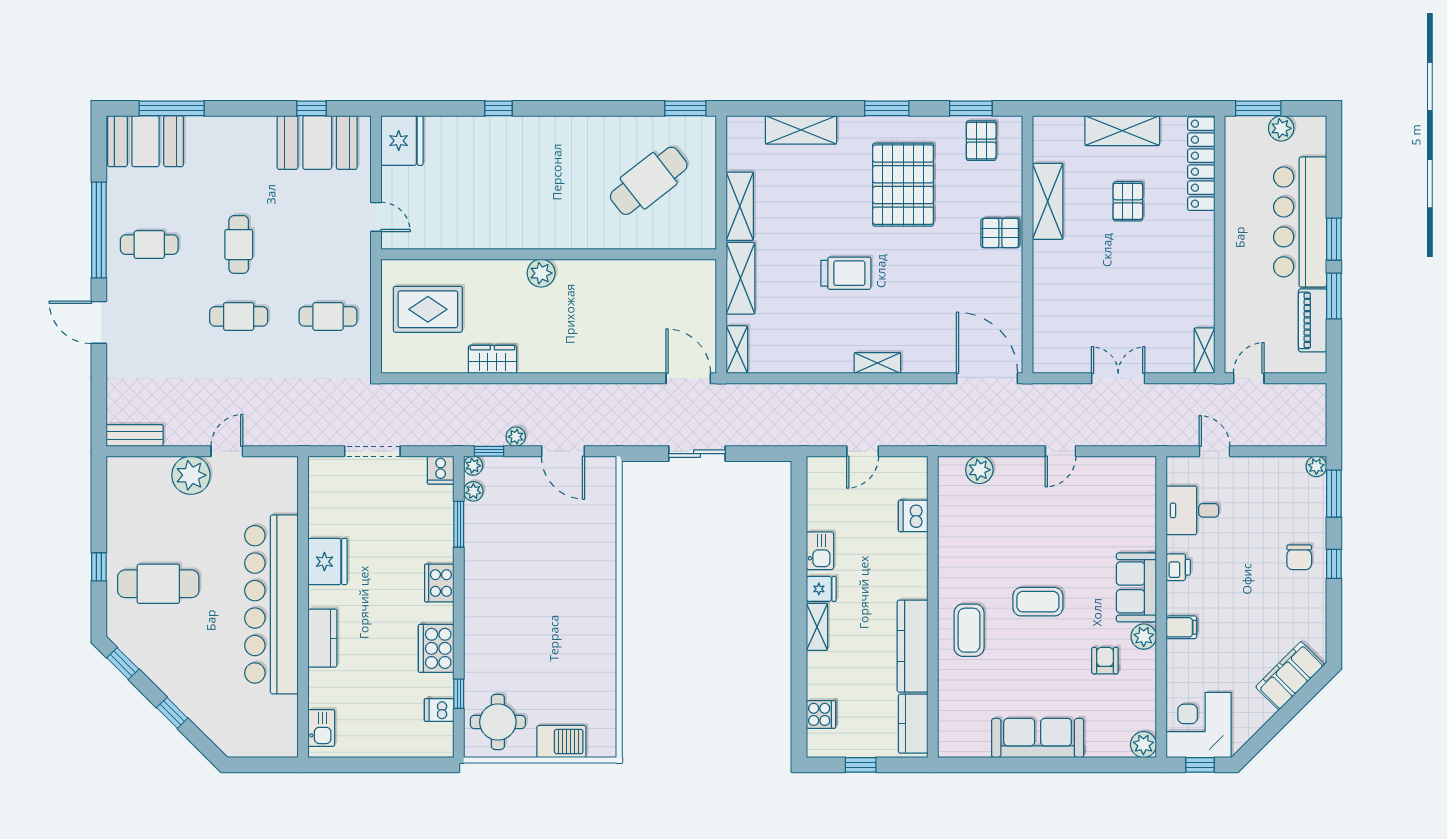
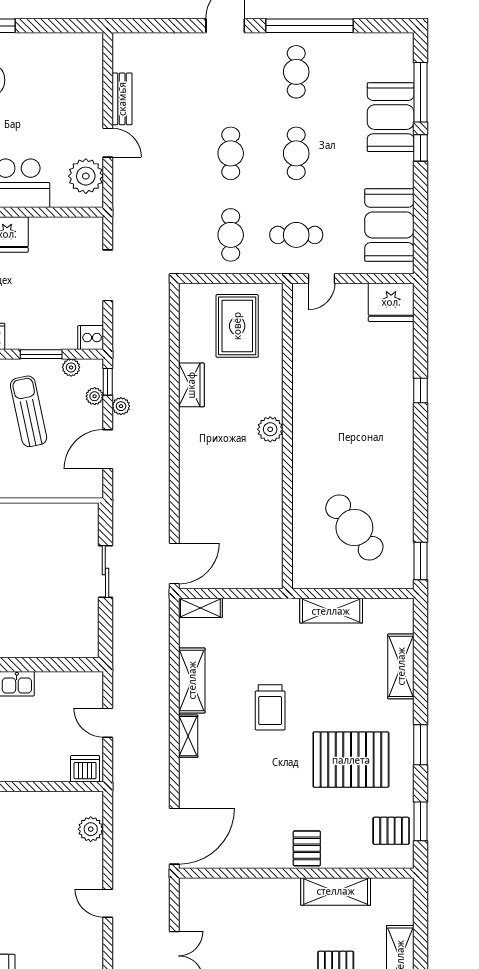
window: (311, 108) -> (420, 148), moved
booth: (146, 141) -> (391, 117), moved
cafe table: (239, 245) -> (296, 153), turned 90
cafe table: (328, 245) -> (296, 235), added
shelving: (740, 278) -> (192, 680), moved, turned 90
bench: (135, 435) -> (122, 99), moved
plant: (473, 466) -> (95, 396), moved
plant: (191, 475) -> (86, 176), moved
dishwasher: (913, 516) -> (85, 769), moved
sun lounger: (521, 538) -> (29, 411), added

